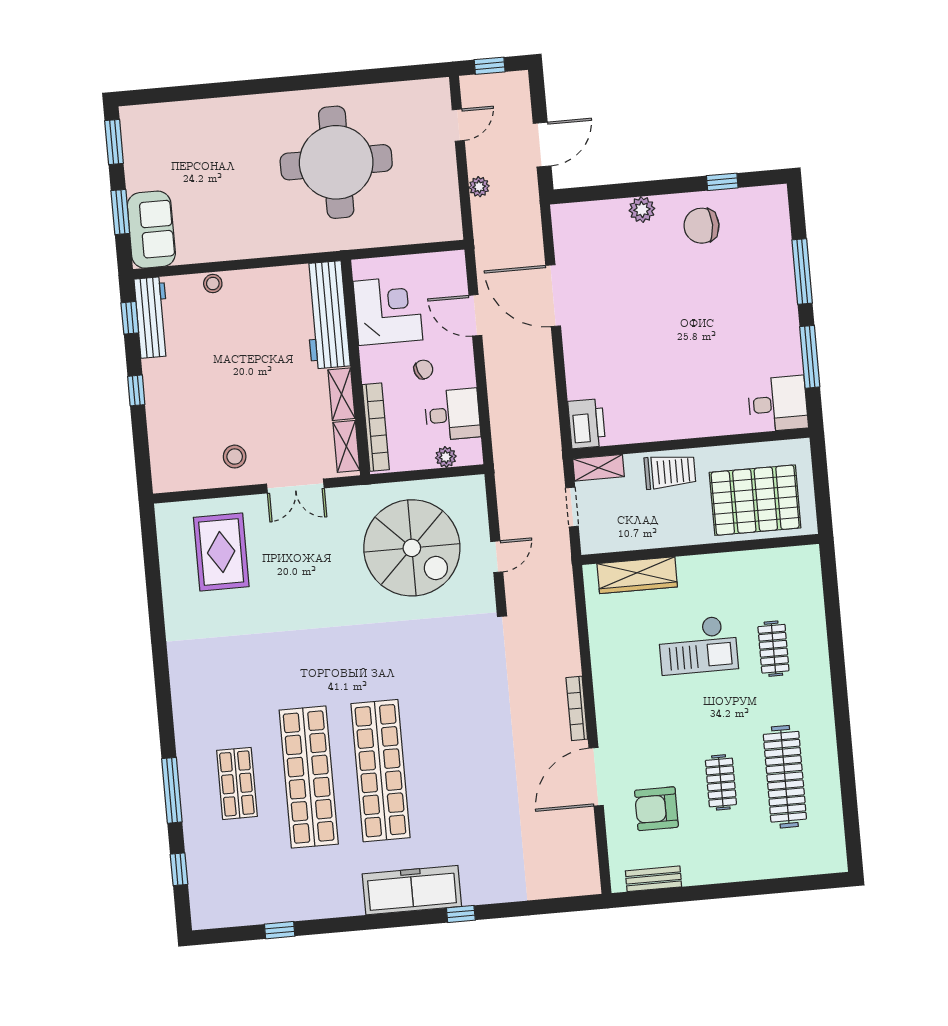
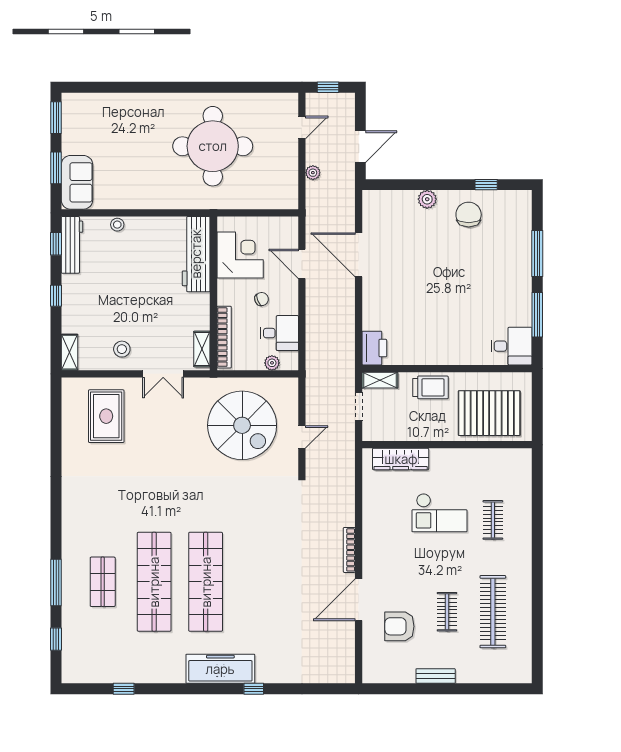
chair: (701, 226) -> (469, 215), turned 90
shelving: (341, 394) -> (70, 352), moved
bench: (653, 879) -> (436, 676), moved

